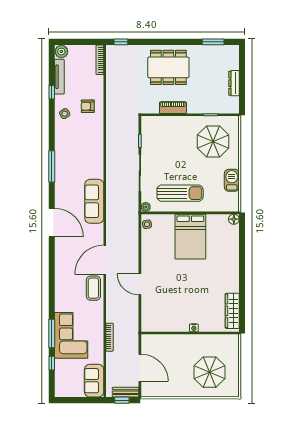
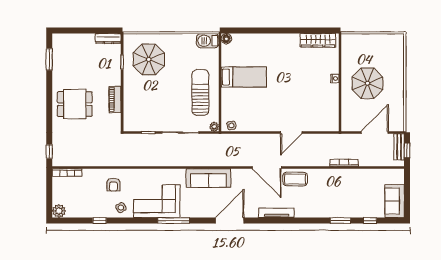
dining table: (168, 67) -> (75, 104), width x0.73
tv unit: (59, 77) -> (276, 213), moved
dresser: (234, 83) -> (108, 38), moved
barbecue: (232, 180) -> (208, 41), moved
bed: (190, 237) -> (244, 77), width x0.67
window: (52, 334) -> (341, 221), width x0.69
corner sofa: (71, 335) -> (157, 201), moved
parasol: (209, 372) -> (368, 83), moved
sofa: (94, 381) -> (395, 201), moved, turned 90

